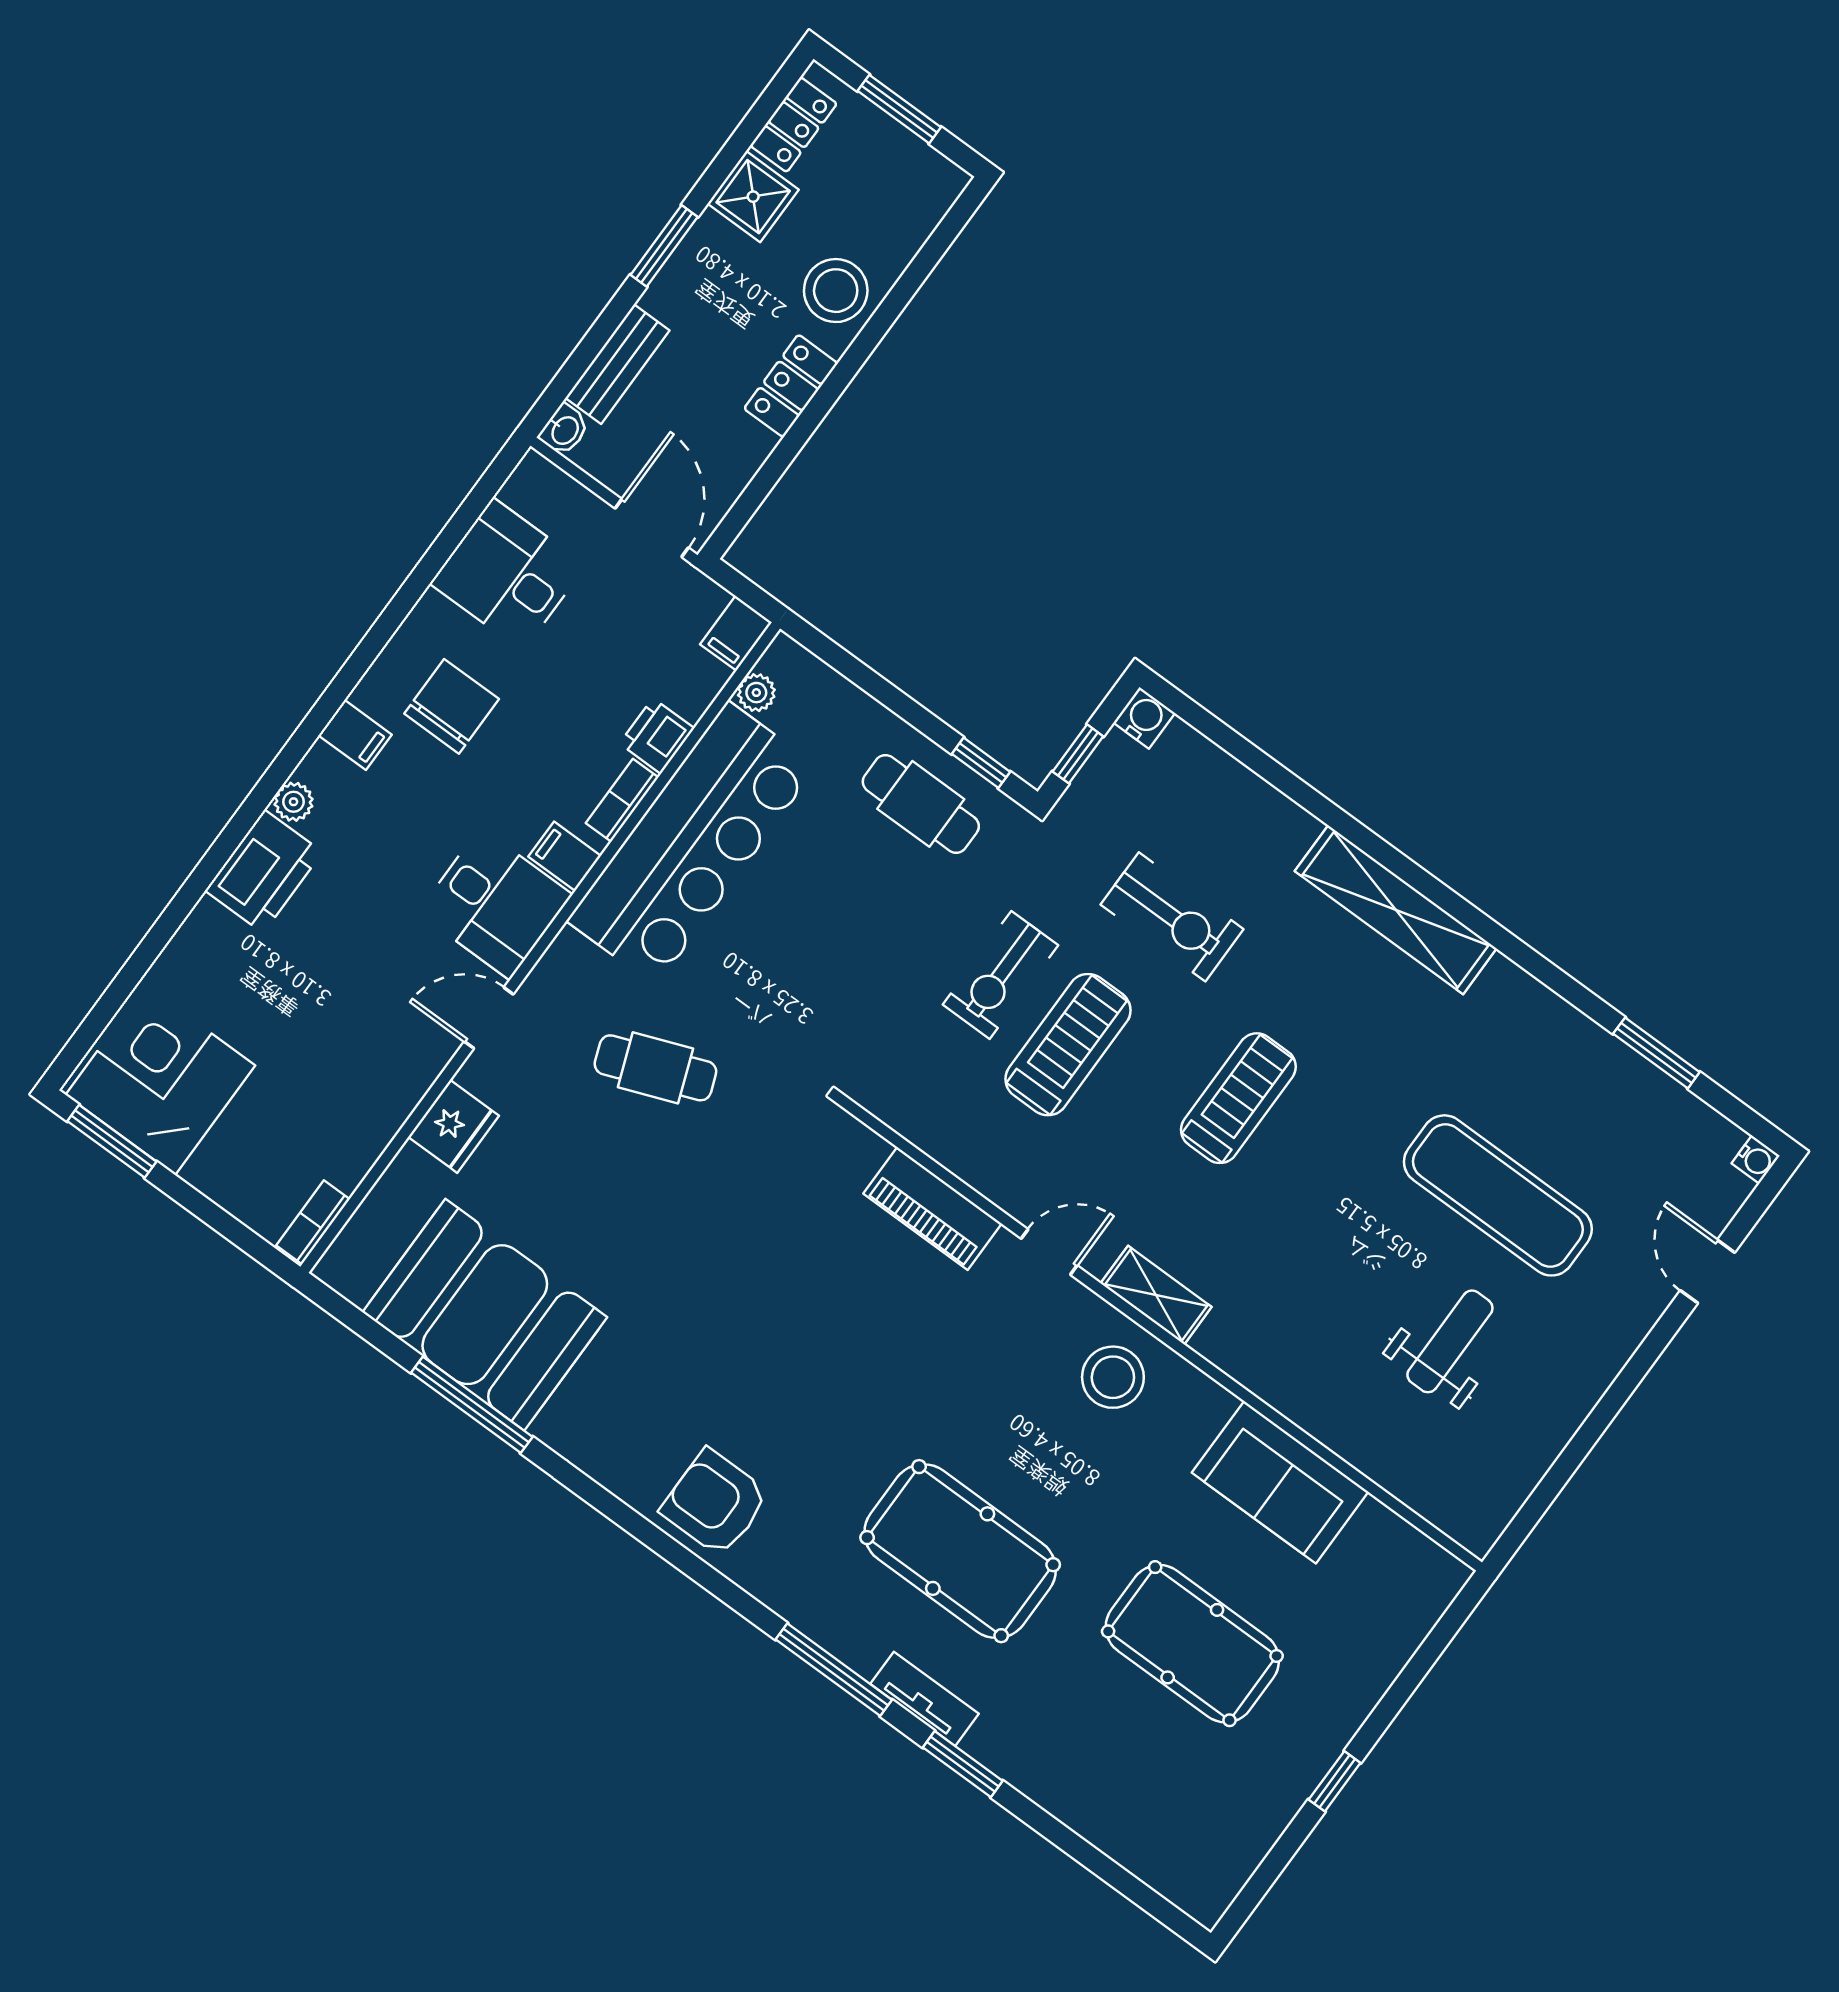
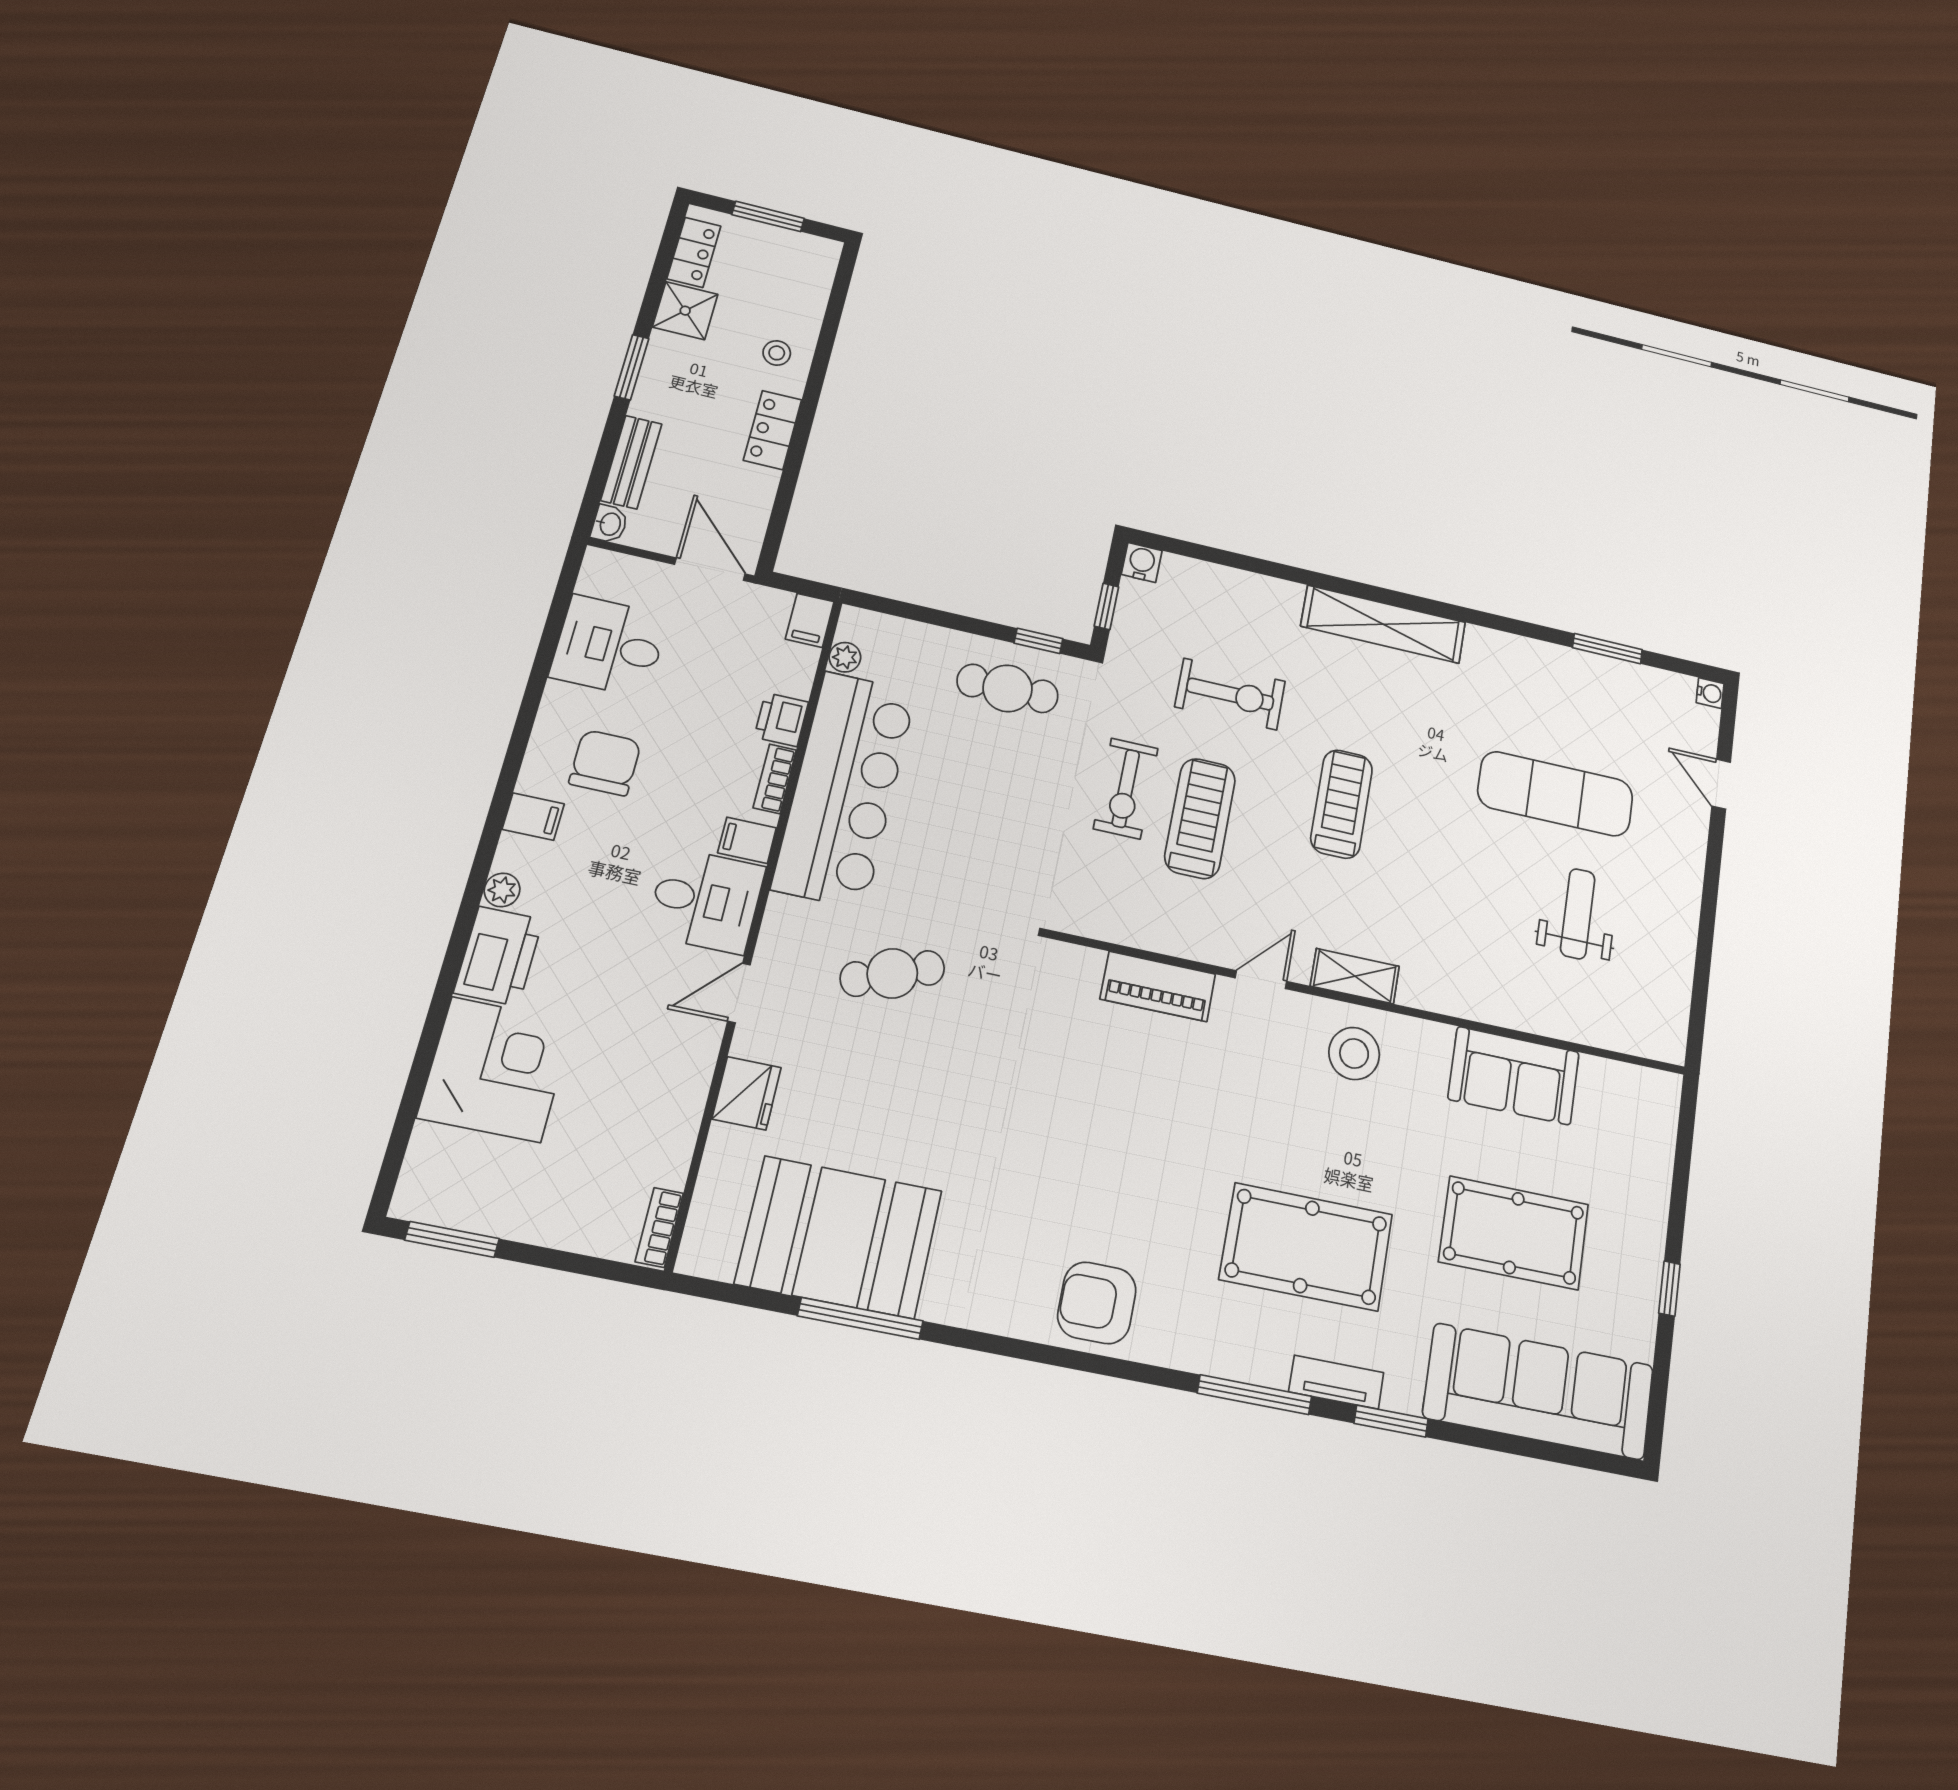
stool: (836, 291) -> (777, 353), width x0.53, depth x0.53
corner desk: (160, 1080) -> (496, 1069), moved, turned 90
sofa: (1135, 1812) -> (1539, 1391), added

